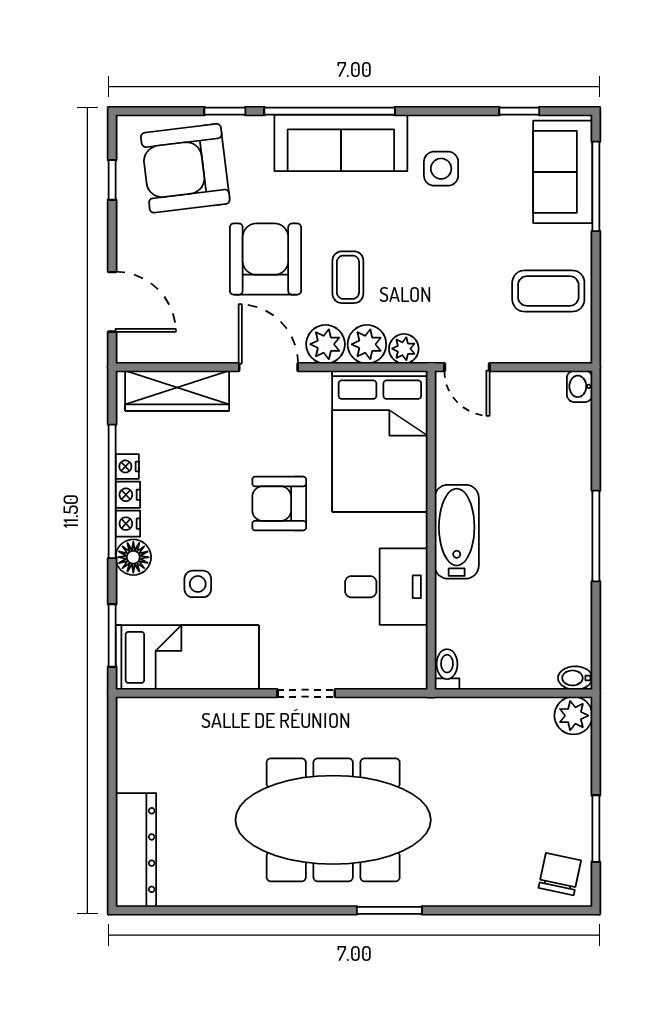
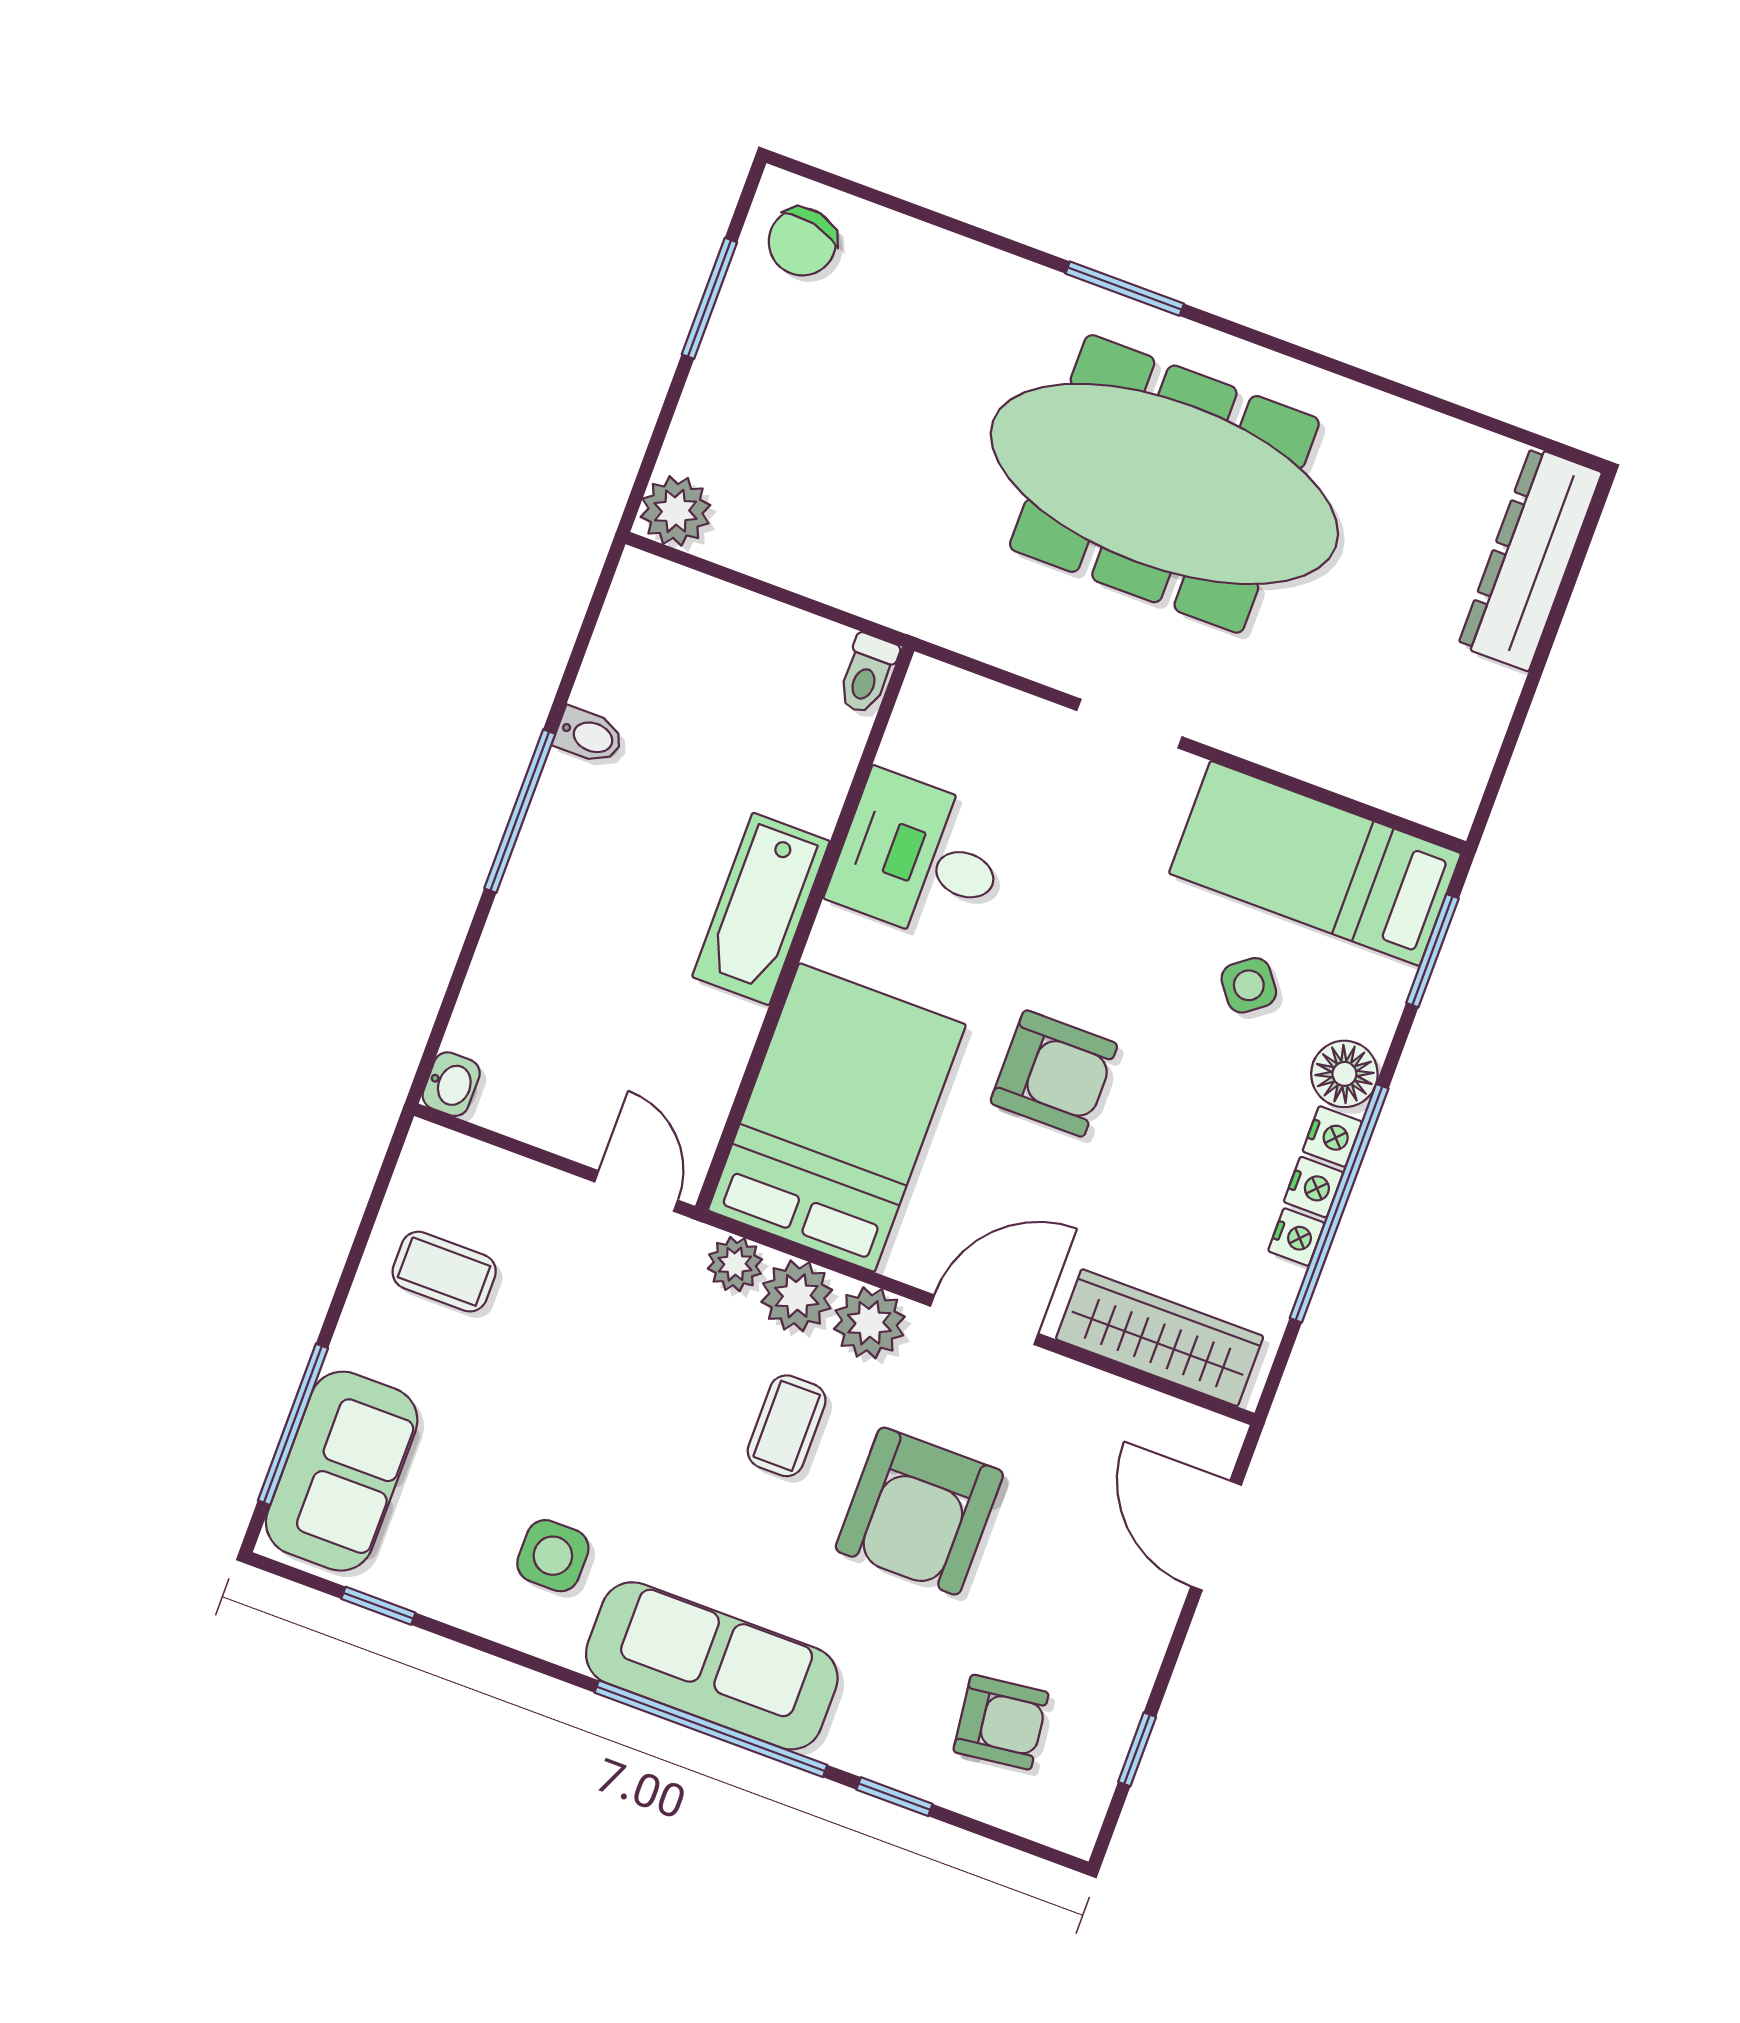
armchair: (185, 168) -> (1001, 1722), width x0.53, depth x0.53
coffee table: (548, 291) -> (444, 1272), width x0.73, depth x0.77
door: (268, 367) -> (984, 1320), swing flipped
side table: (198, 584) -> (1249, 985), turned -37
bidet: (575, 678) -> (589, 736), moved

